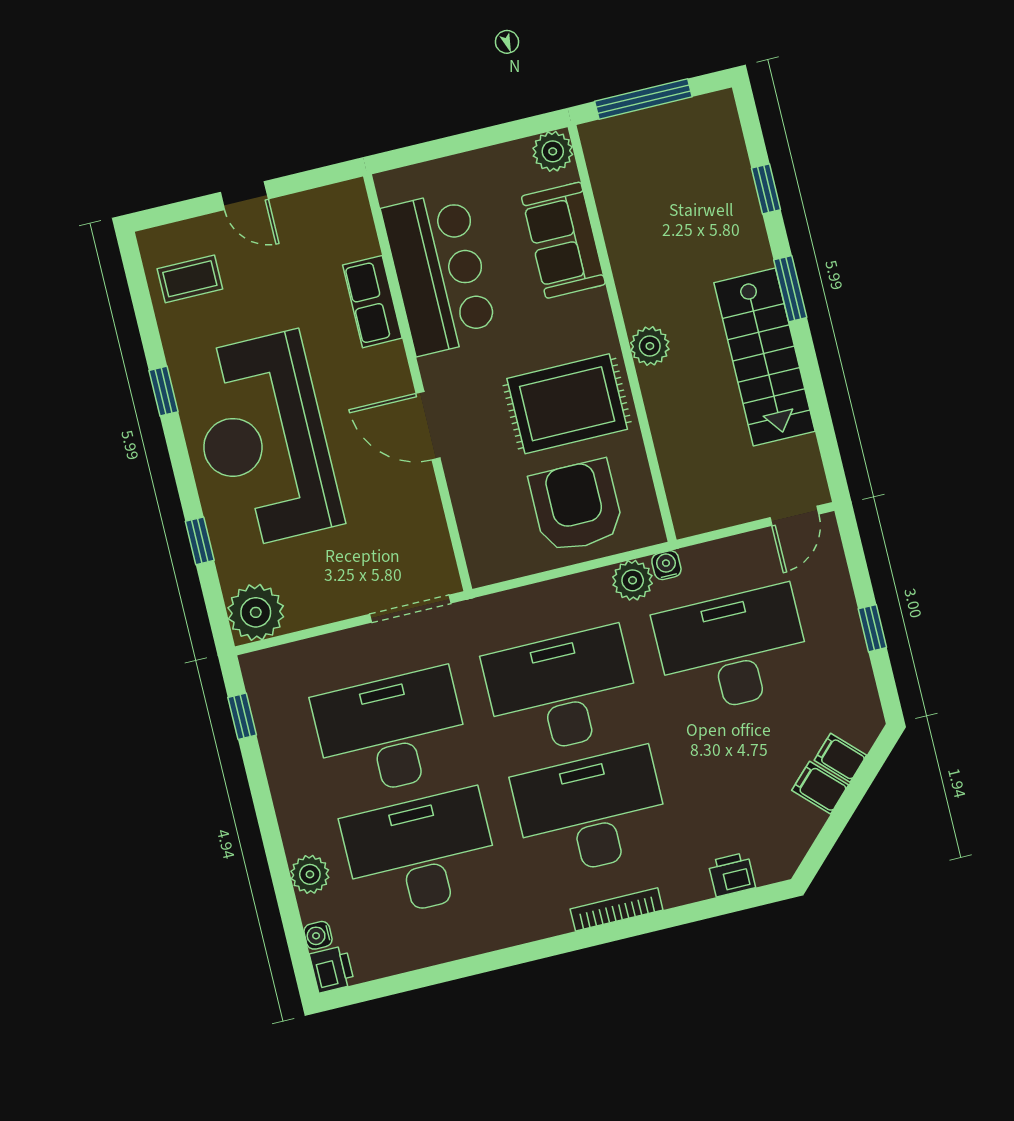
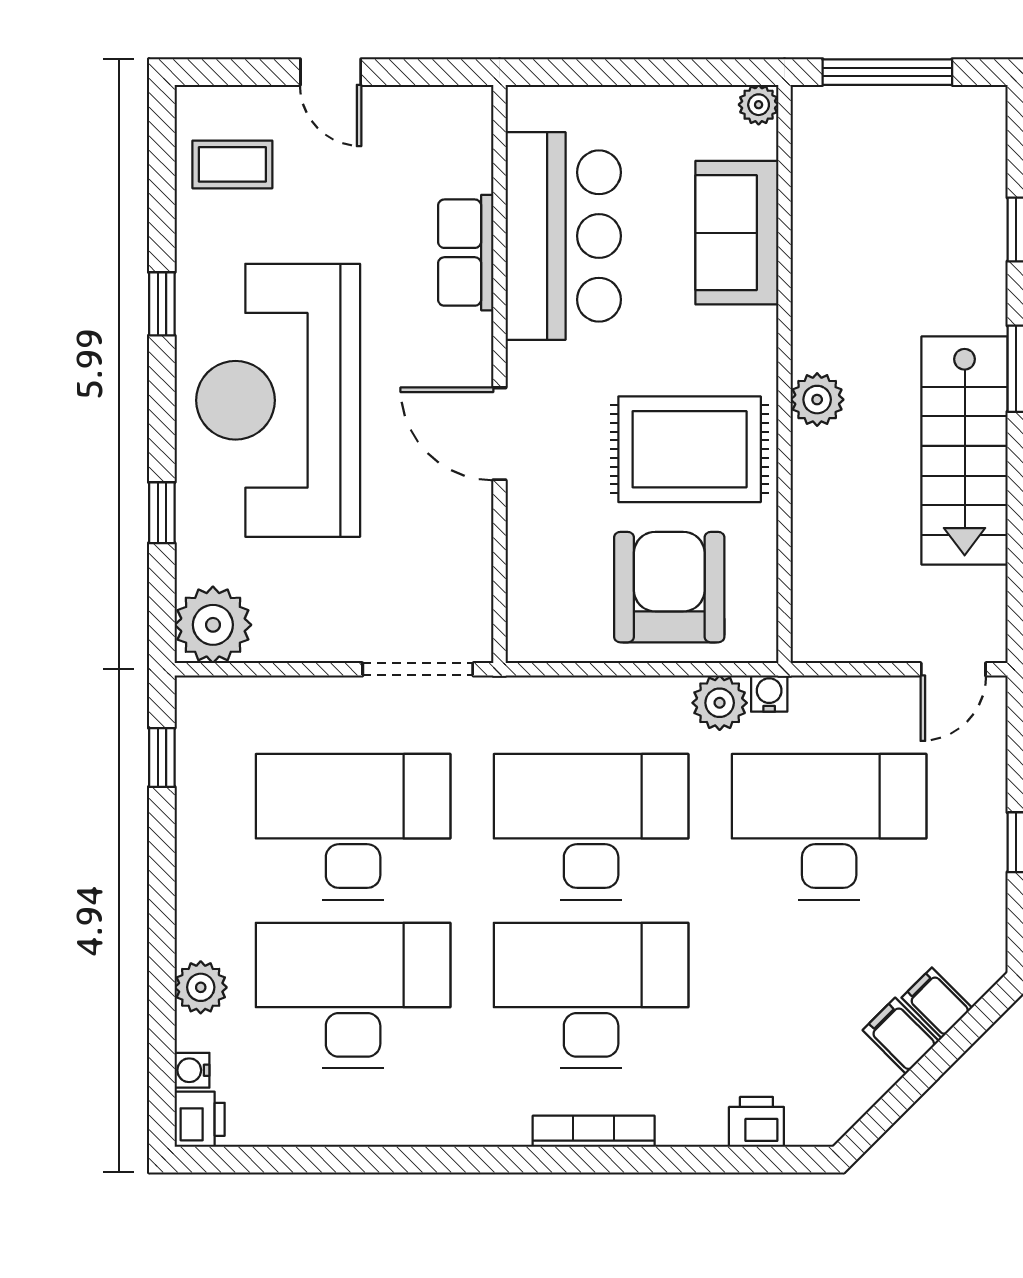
plant: (553, 151) -> (759, 105), width x0.73, depth x0.73

